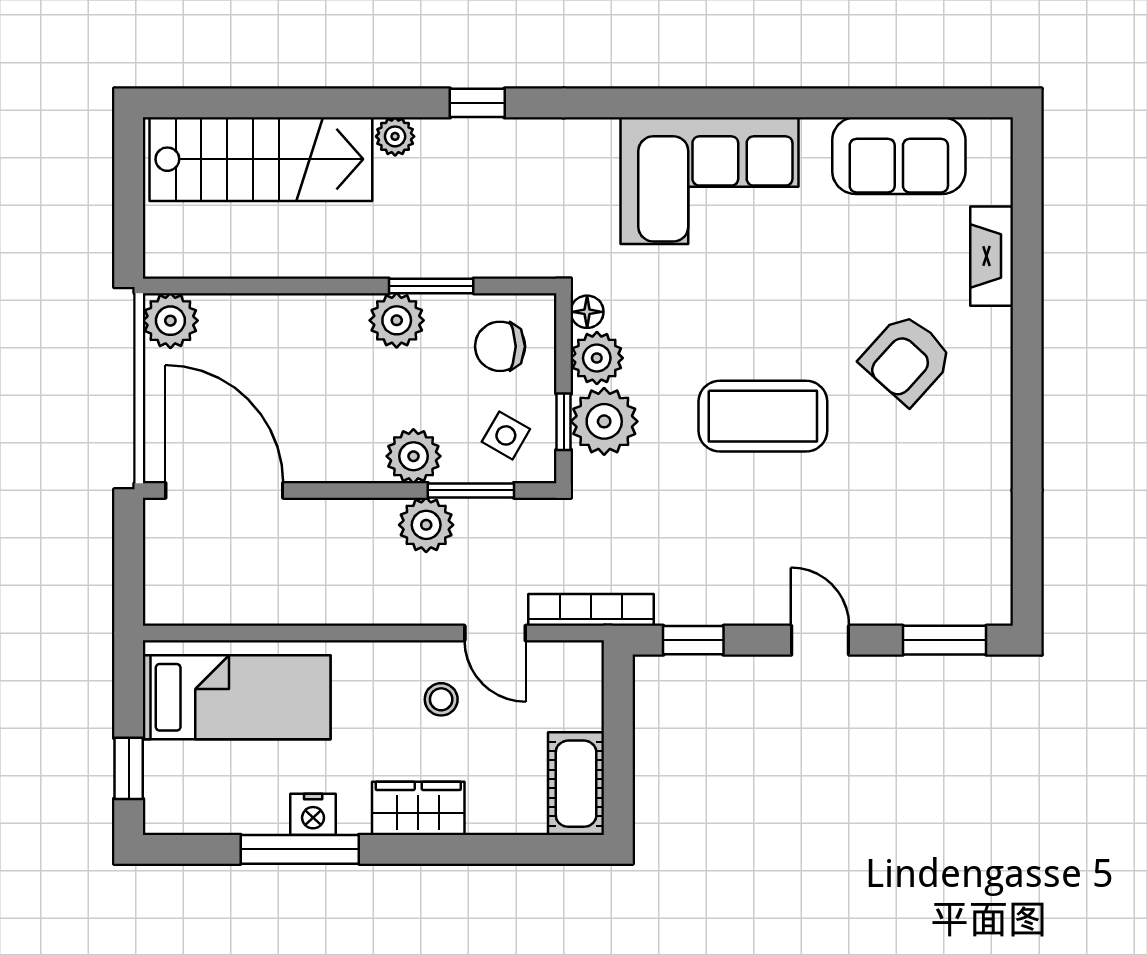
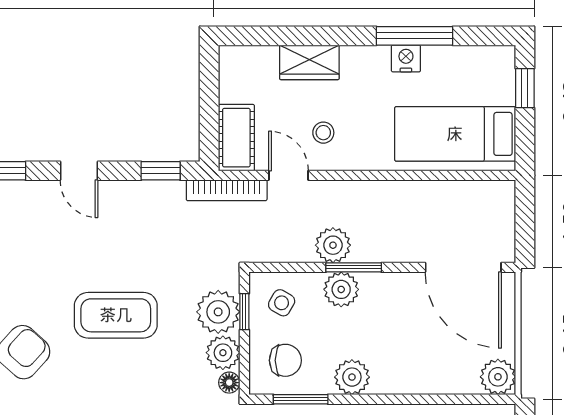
window: (431, 286) -> (301, 399), moved
window: (471, 490) -> (354, 267), moved
cot: (576, 784) -> (236, 138), moved
wardrobe: (418, 808) -> (309, 62), moved

